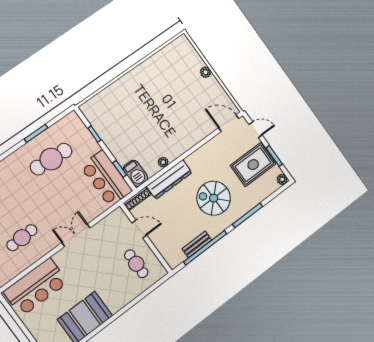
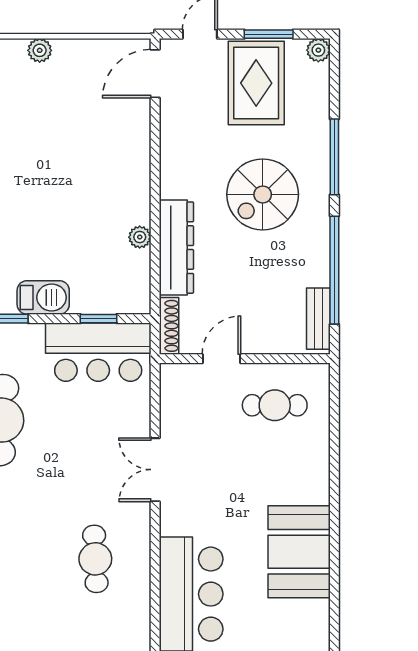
barbecue: (135, 173) -> (43, 297), moved
bench: (197, 244) -> (318, 319), moved

